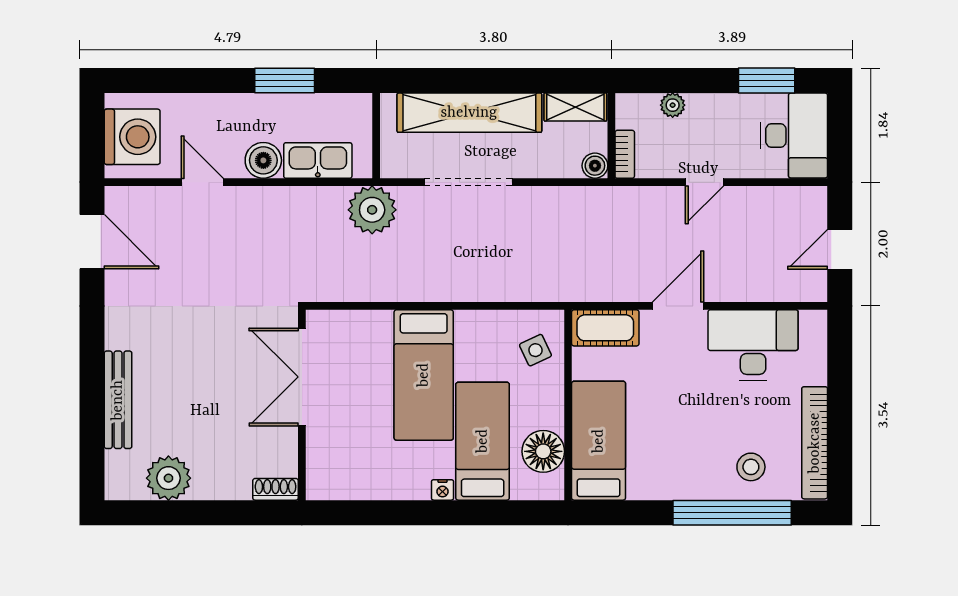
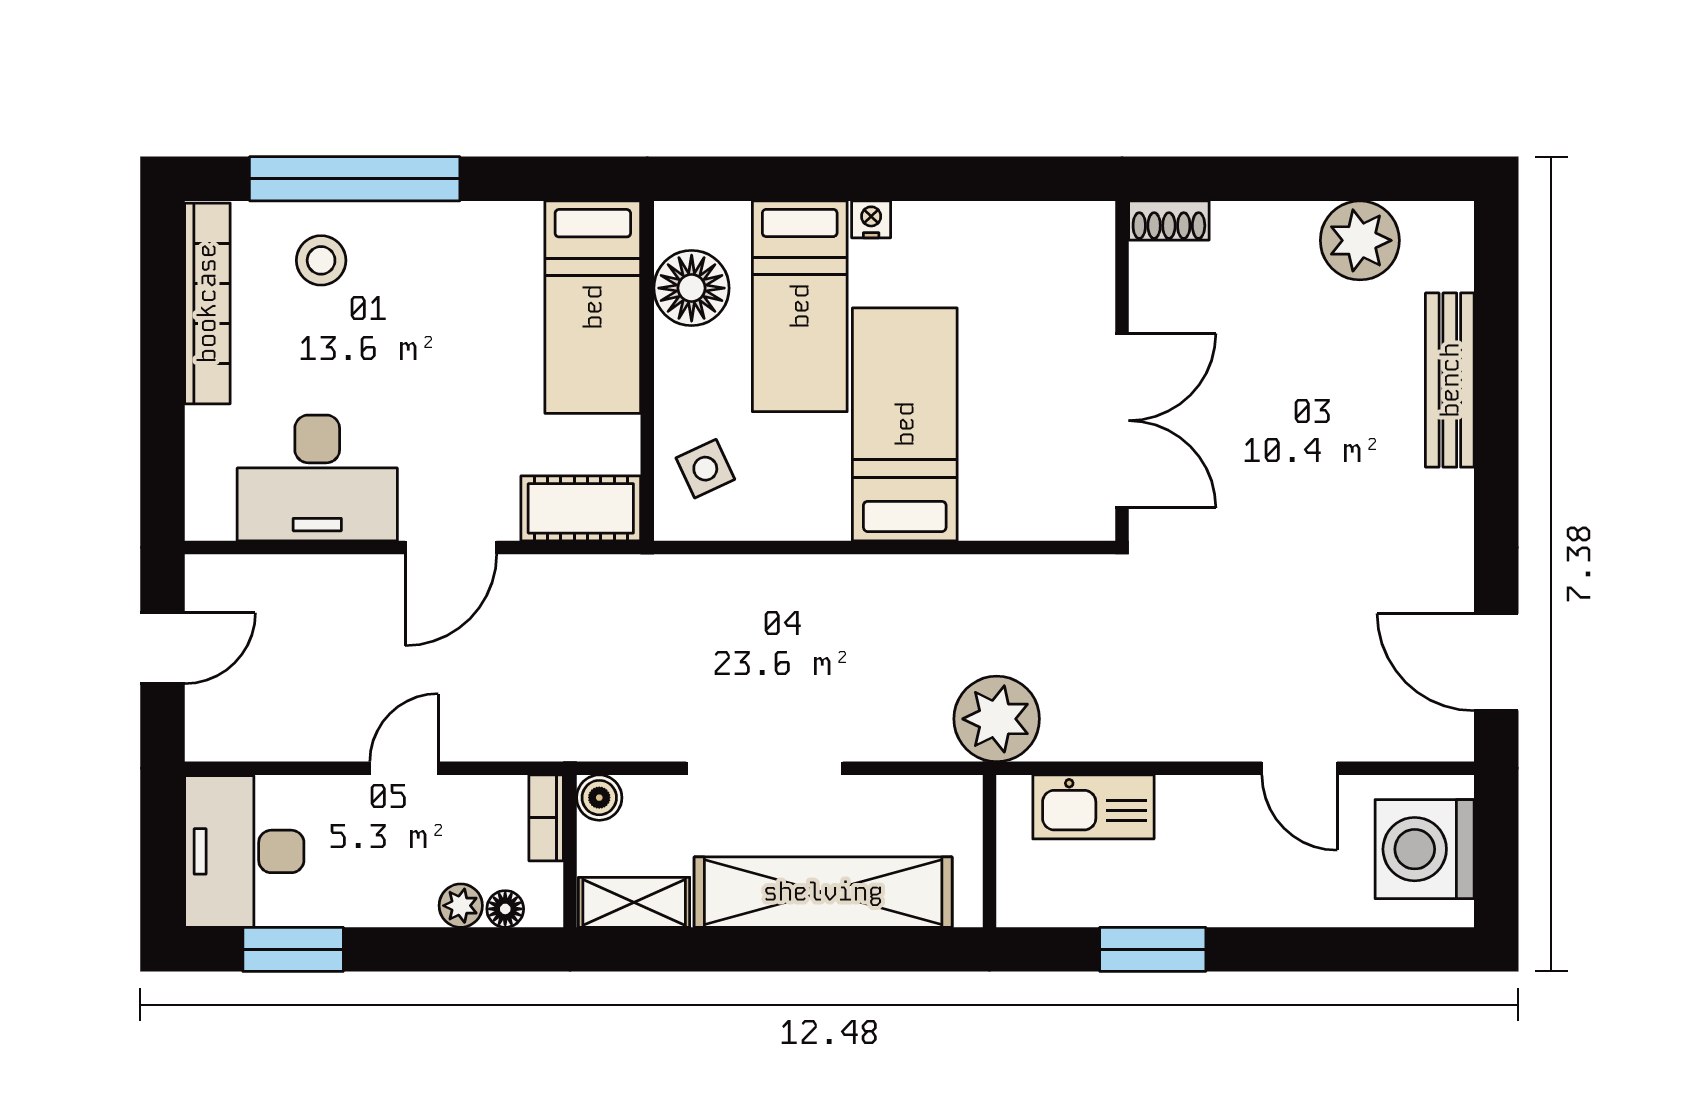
floor lamp: (648, 103) -> (505, 909), added
boiler: (263, 160) -> (1191, 807), removed
doorway: (468, 182) -> (764, 768), moved

